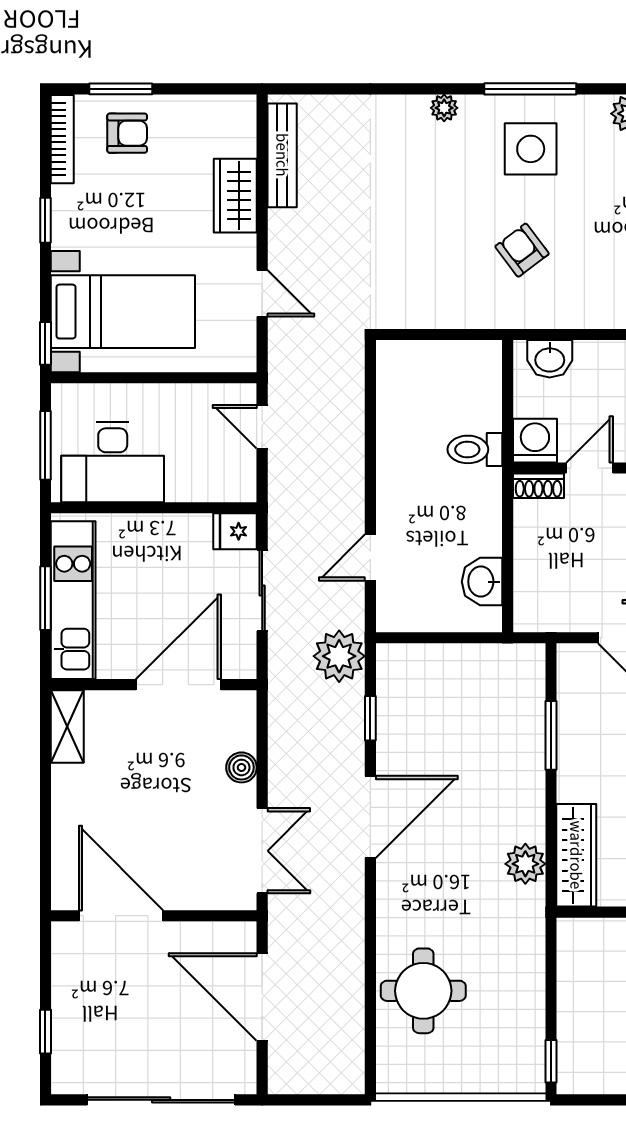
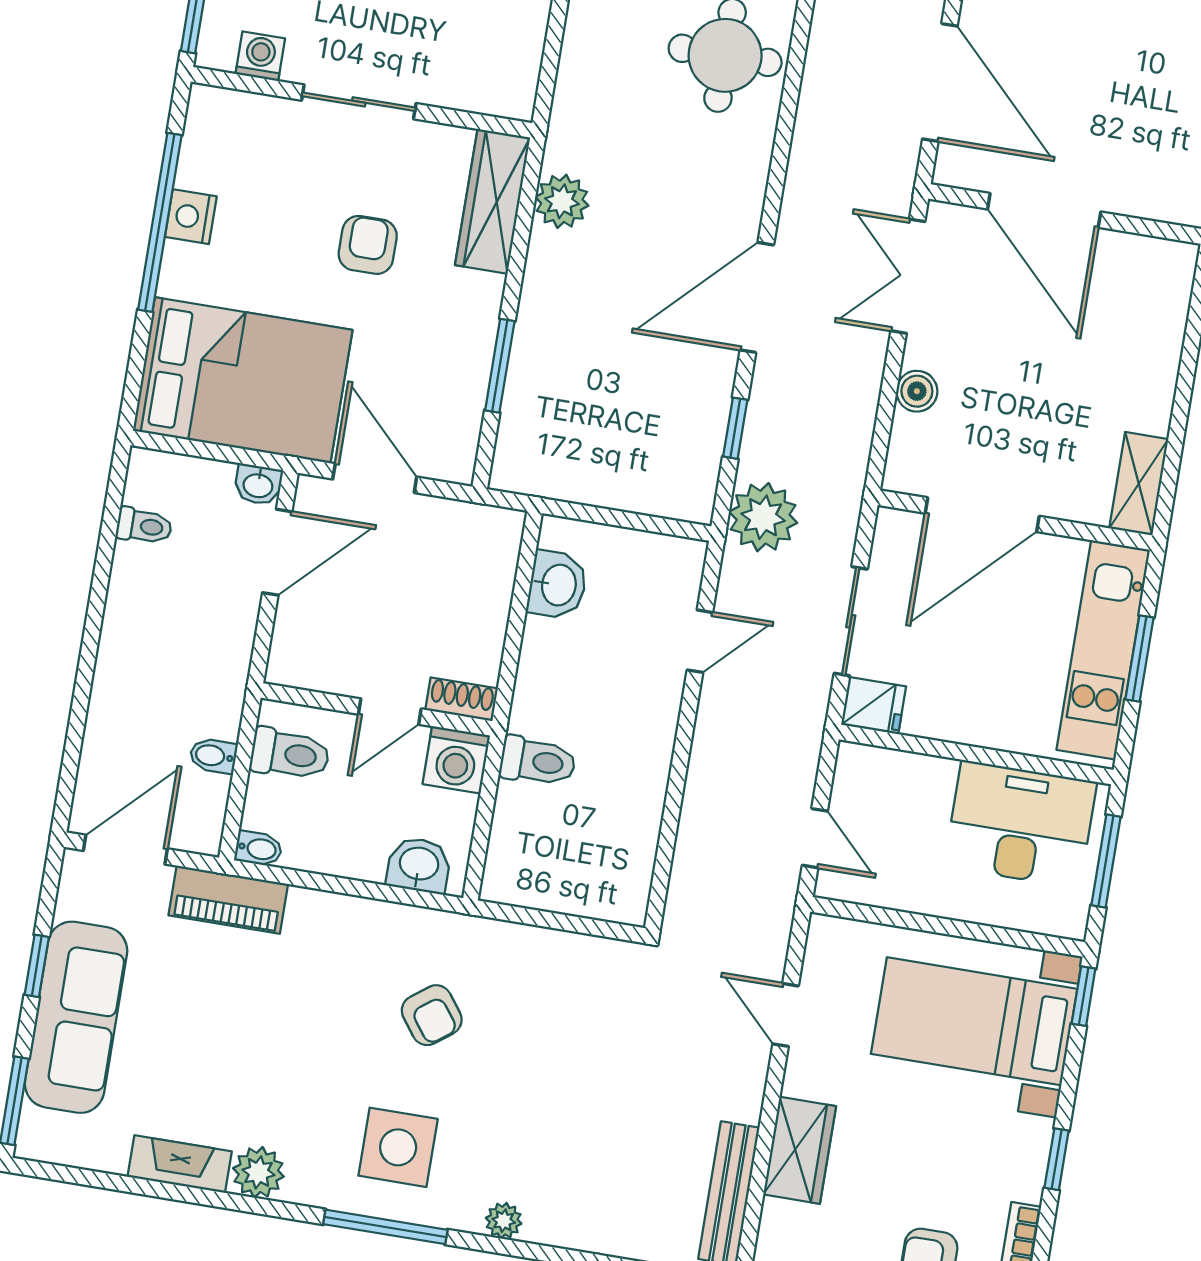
door: (121, 916) -> (1044, 210), moved

